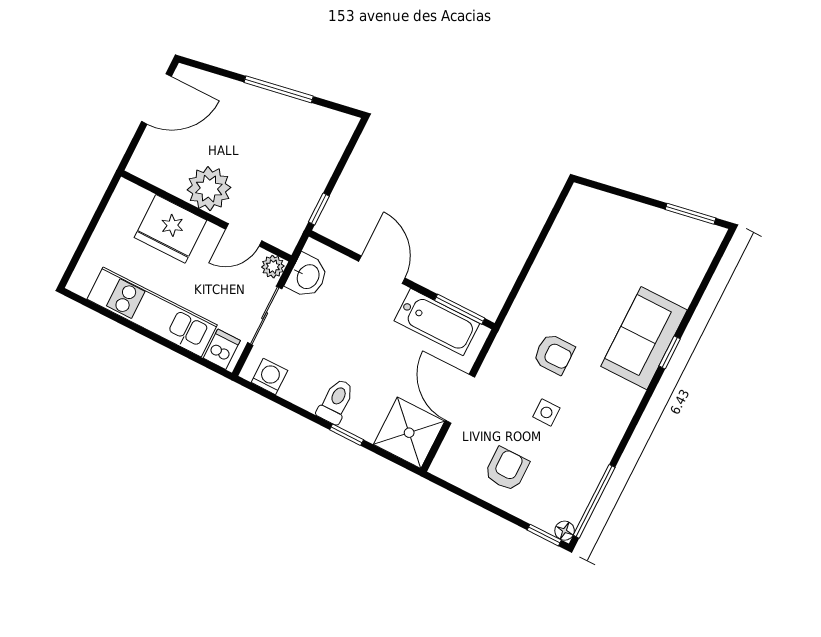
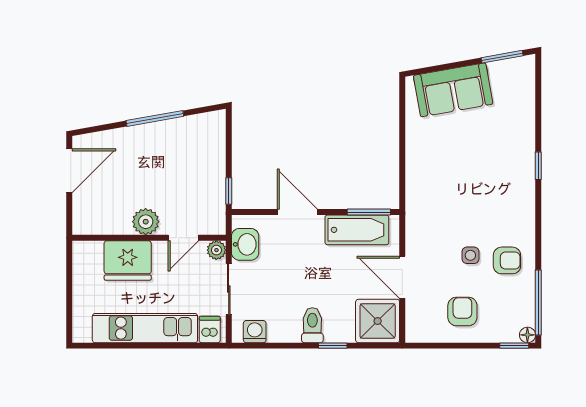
plant: (209, 189) -> (146, 222), width x0.73, depth x0.73
sofa: (644, 338) -> (453, 90), moved, turned -100
armchair: (554, 354) -> (507, 260), moved

